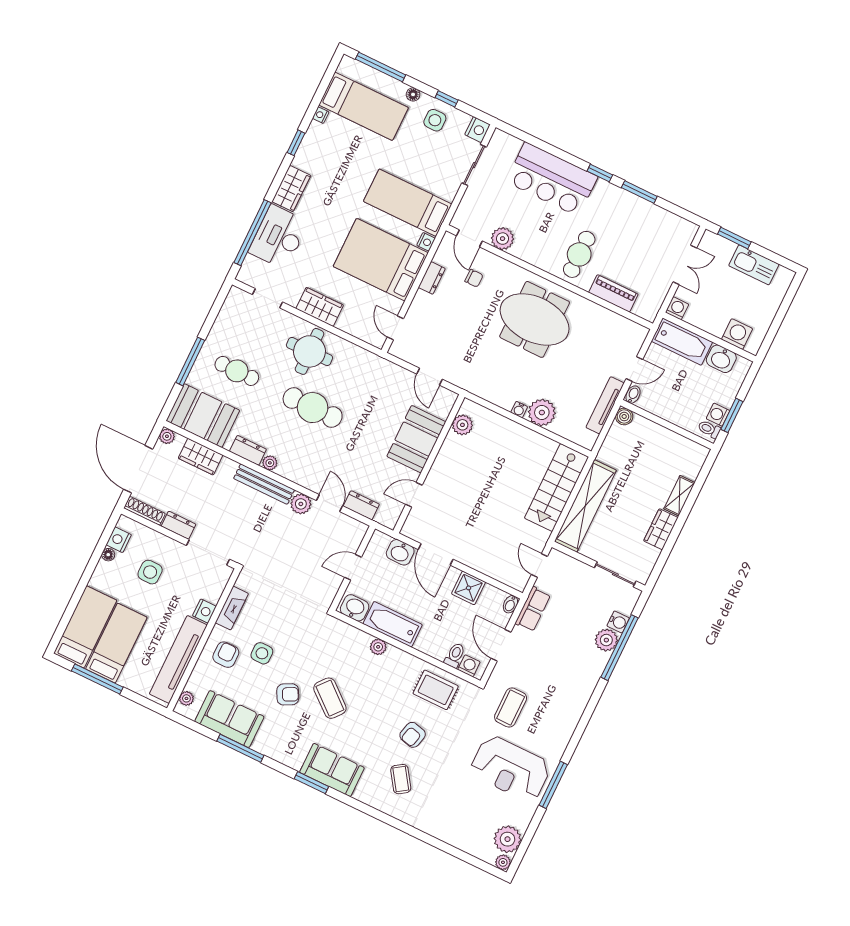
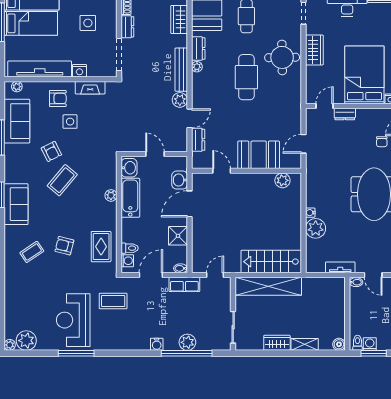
dresser: (432, 278) -> (345, 114), moved
tv unit: (605, 405) -> (340, 267), width x0.71
boiler: (624, 416) -> (339, 344), moved
water cooler: (618, 622) -> (157, 344), moved

